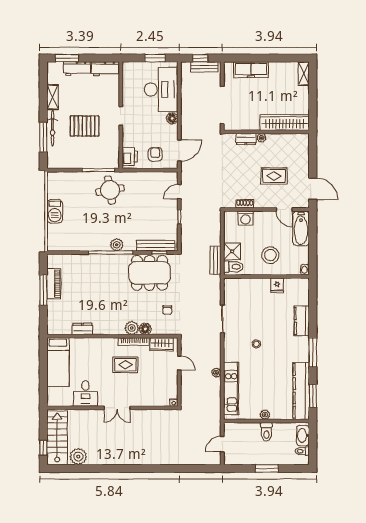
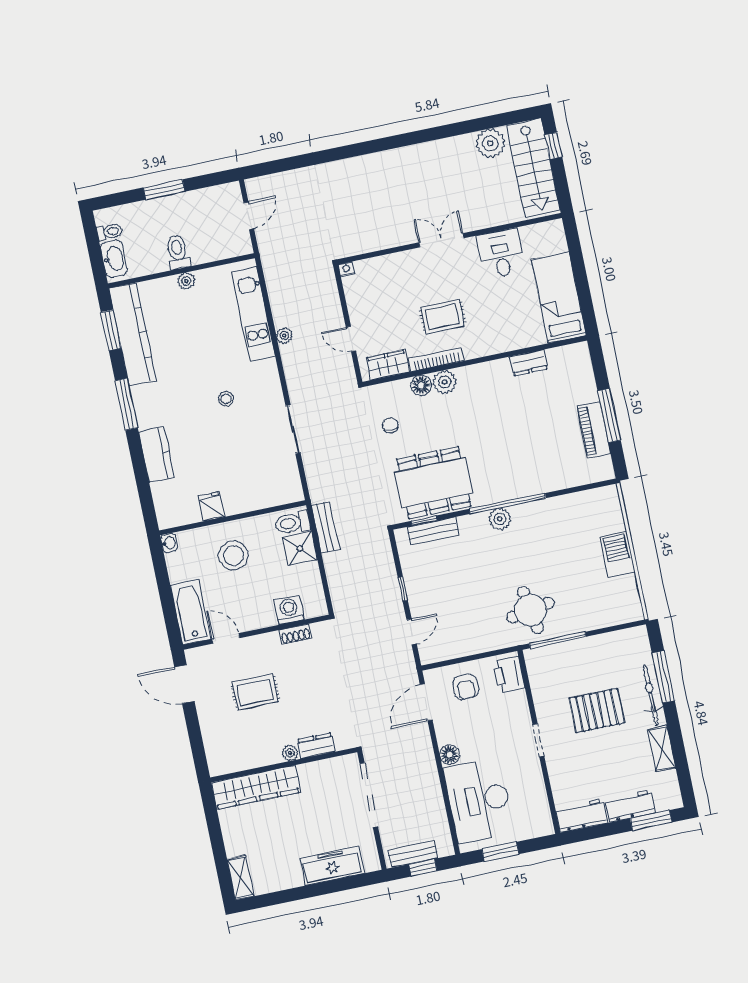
bench: (156, 246) -> (433, 531), width x0.73

